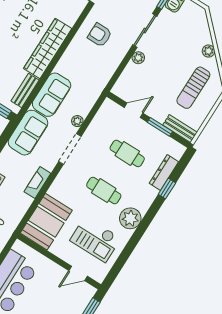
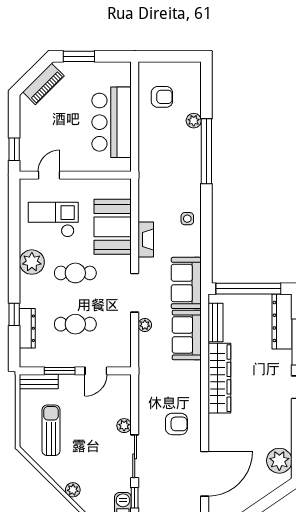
plant: (209, 51) -> (73, 490), moved
booth: (46, 222) -> (113, 227), moved

